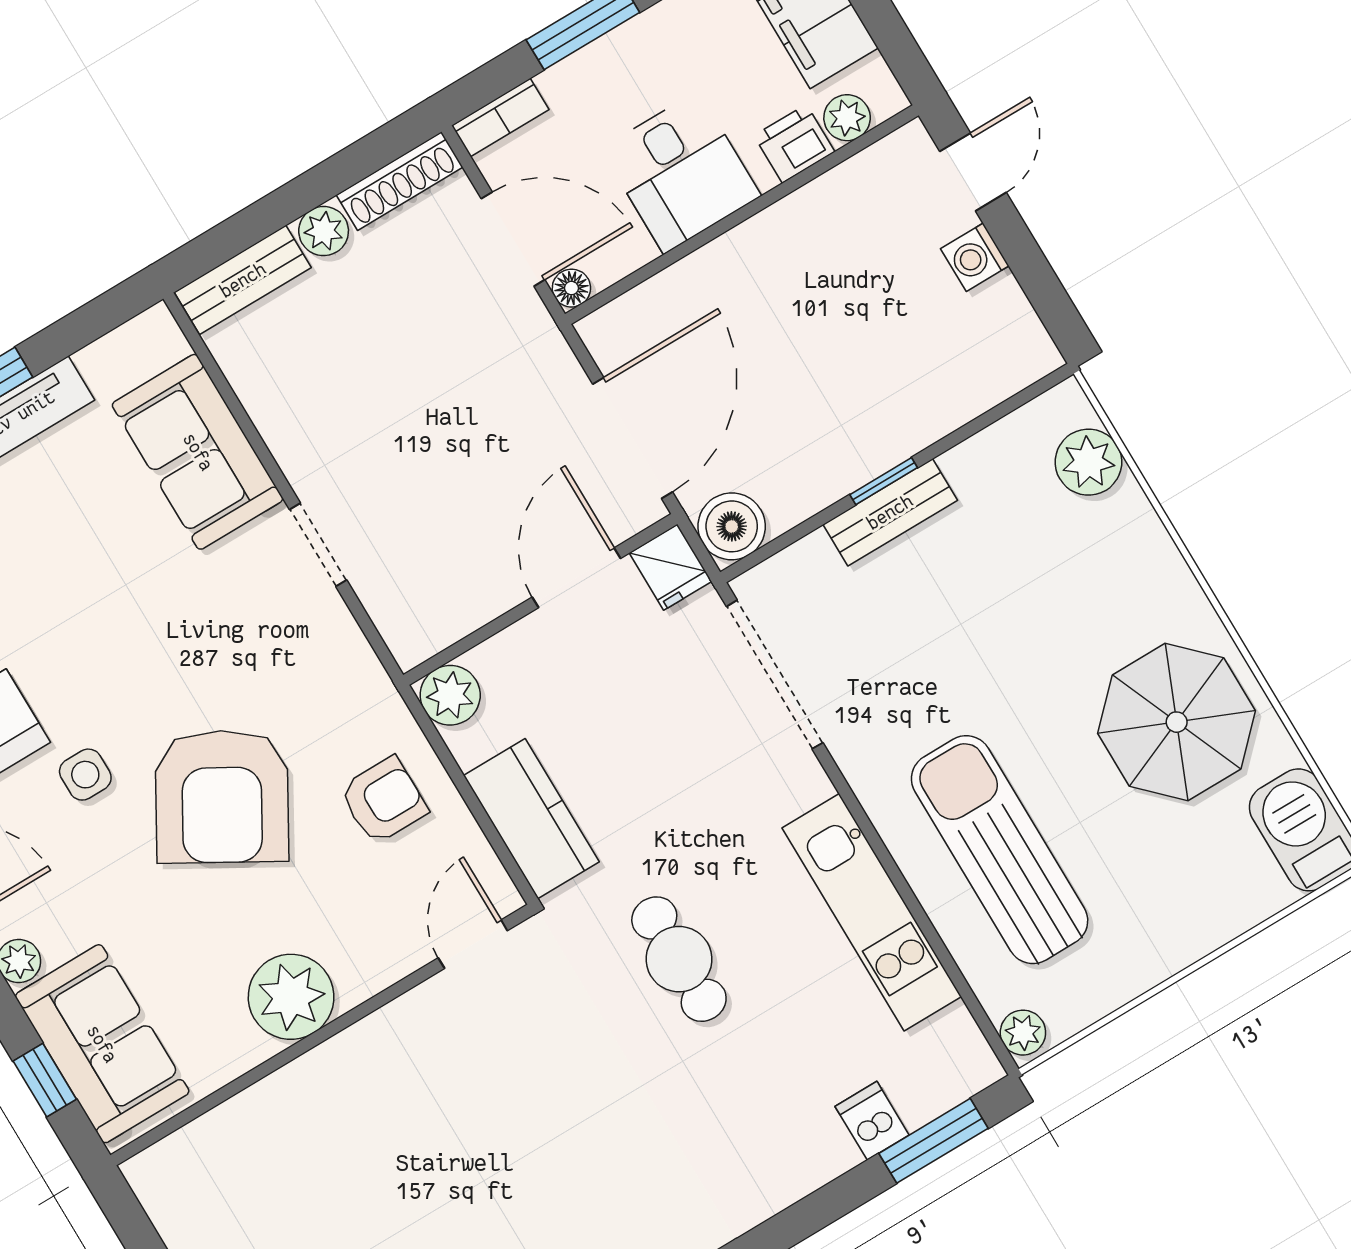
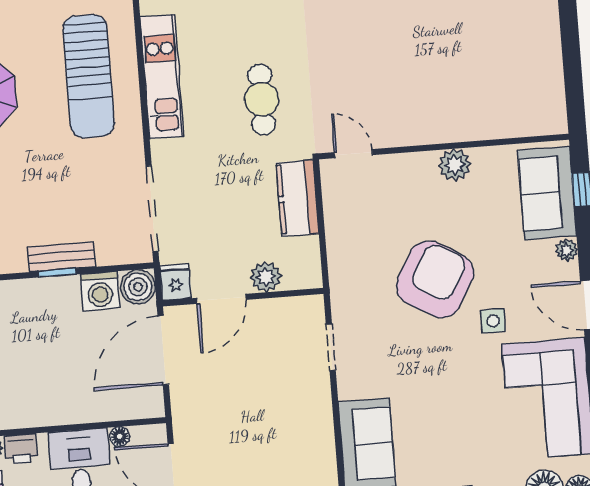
floor lamp: (571, 288) -> (120, 437), moved
washing machine: (794, 486) -> (100, 291), added
doorway: (318, 545) -> (331, 347), moved
plant: (450, 695) -> (266, 277), moved
armchair: (383, 800) -> (361, 241), removed
door: (473, 944) -> (353, 154), swing flipped
plant: (291, 997) -> (455, 165), width x0.73, depth x0.73

